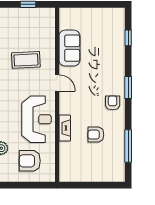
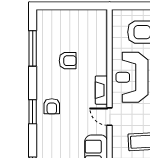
armchair: (113, 103) -> (52, 106), moved
fireplace: (65, 128) -> (101, 90), moved

